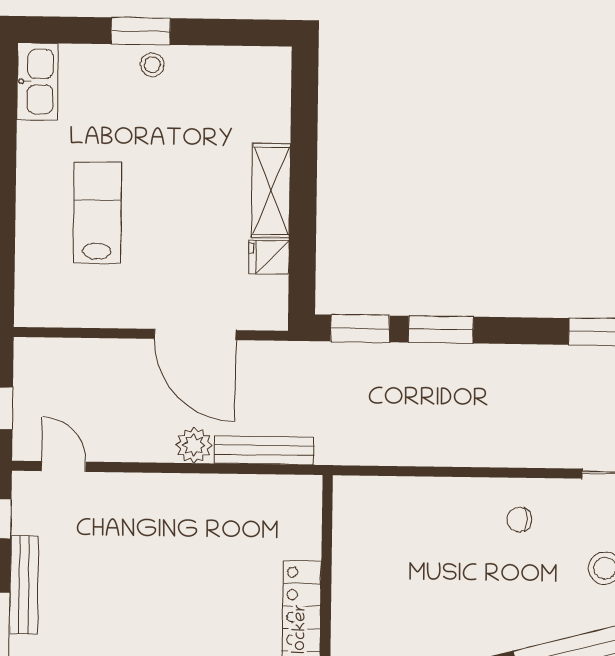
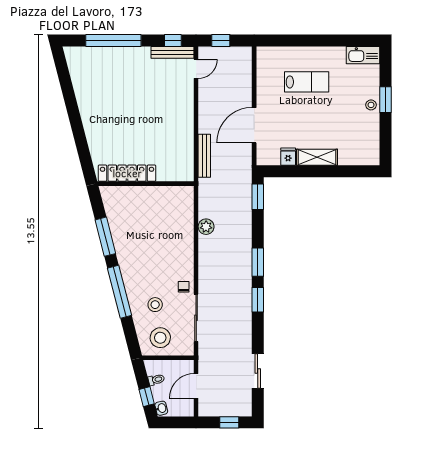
window: (441, 330) -> (258, 262), moved
plant: (194, 445) -> (206, 227), moved
chair: (519, 520) -> (184, 287), moved
bench: (24, 585) -> (173, 52), moved

